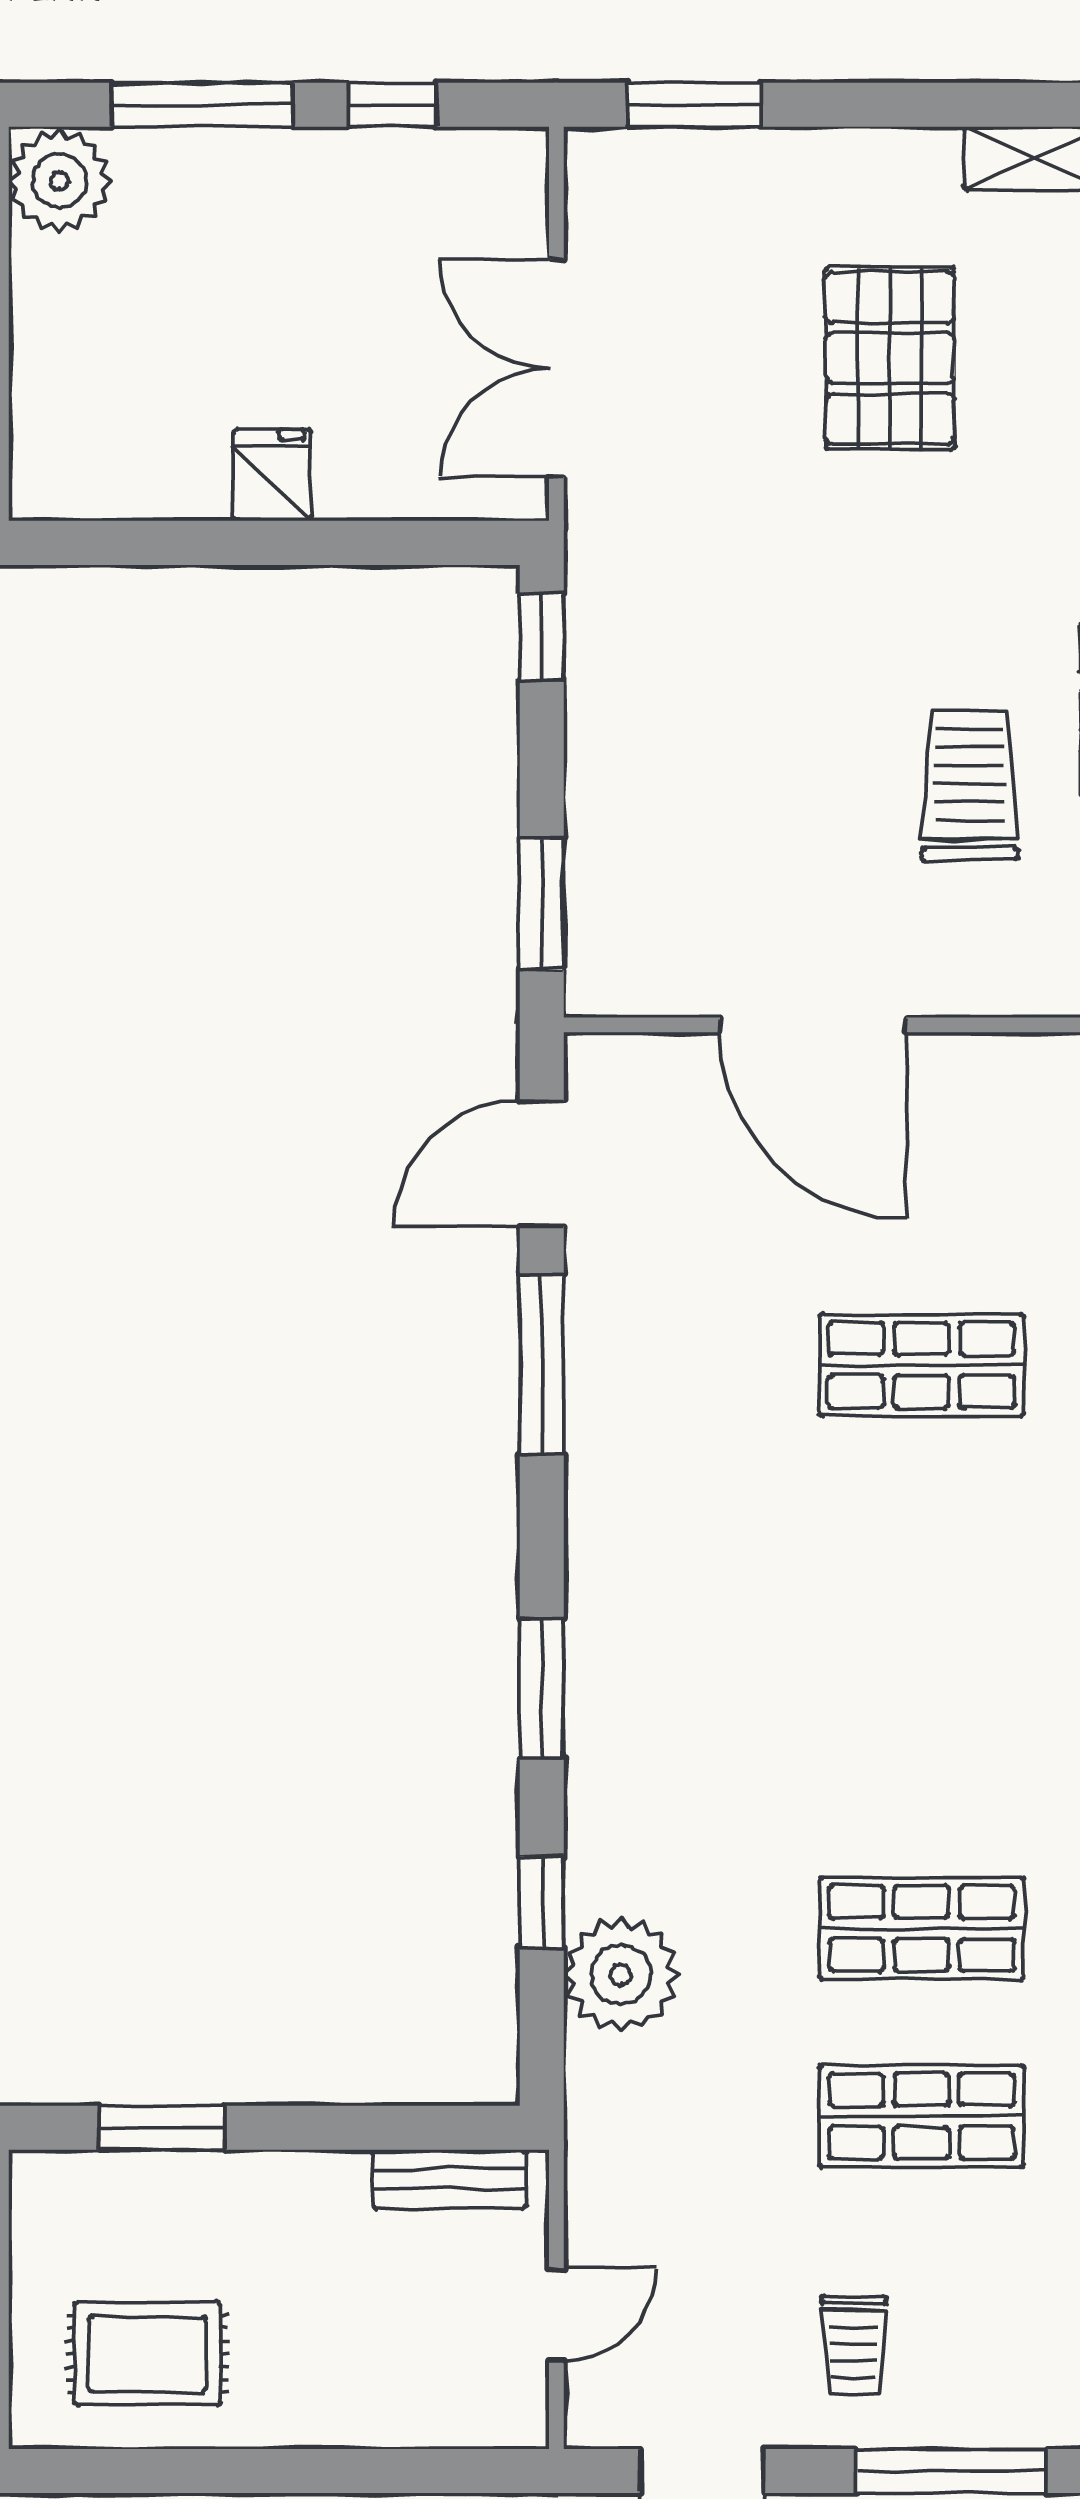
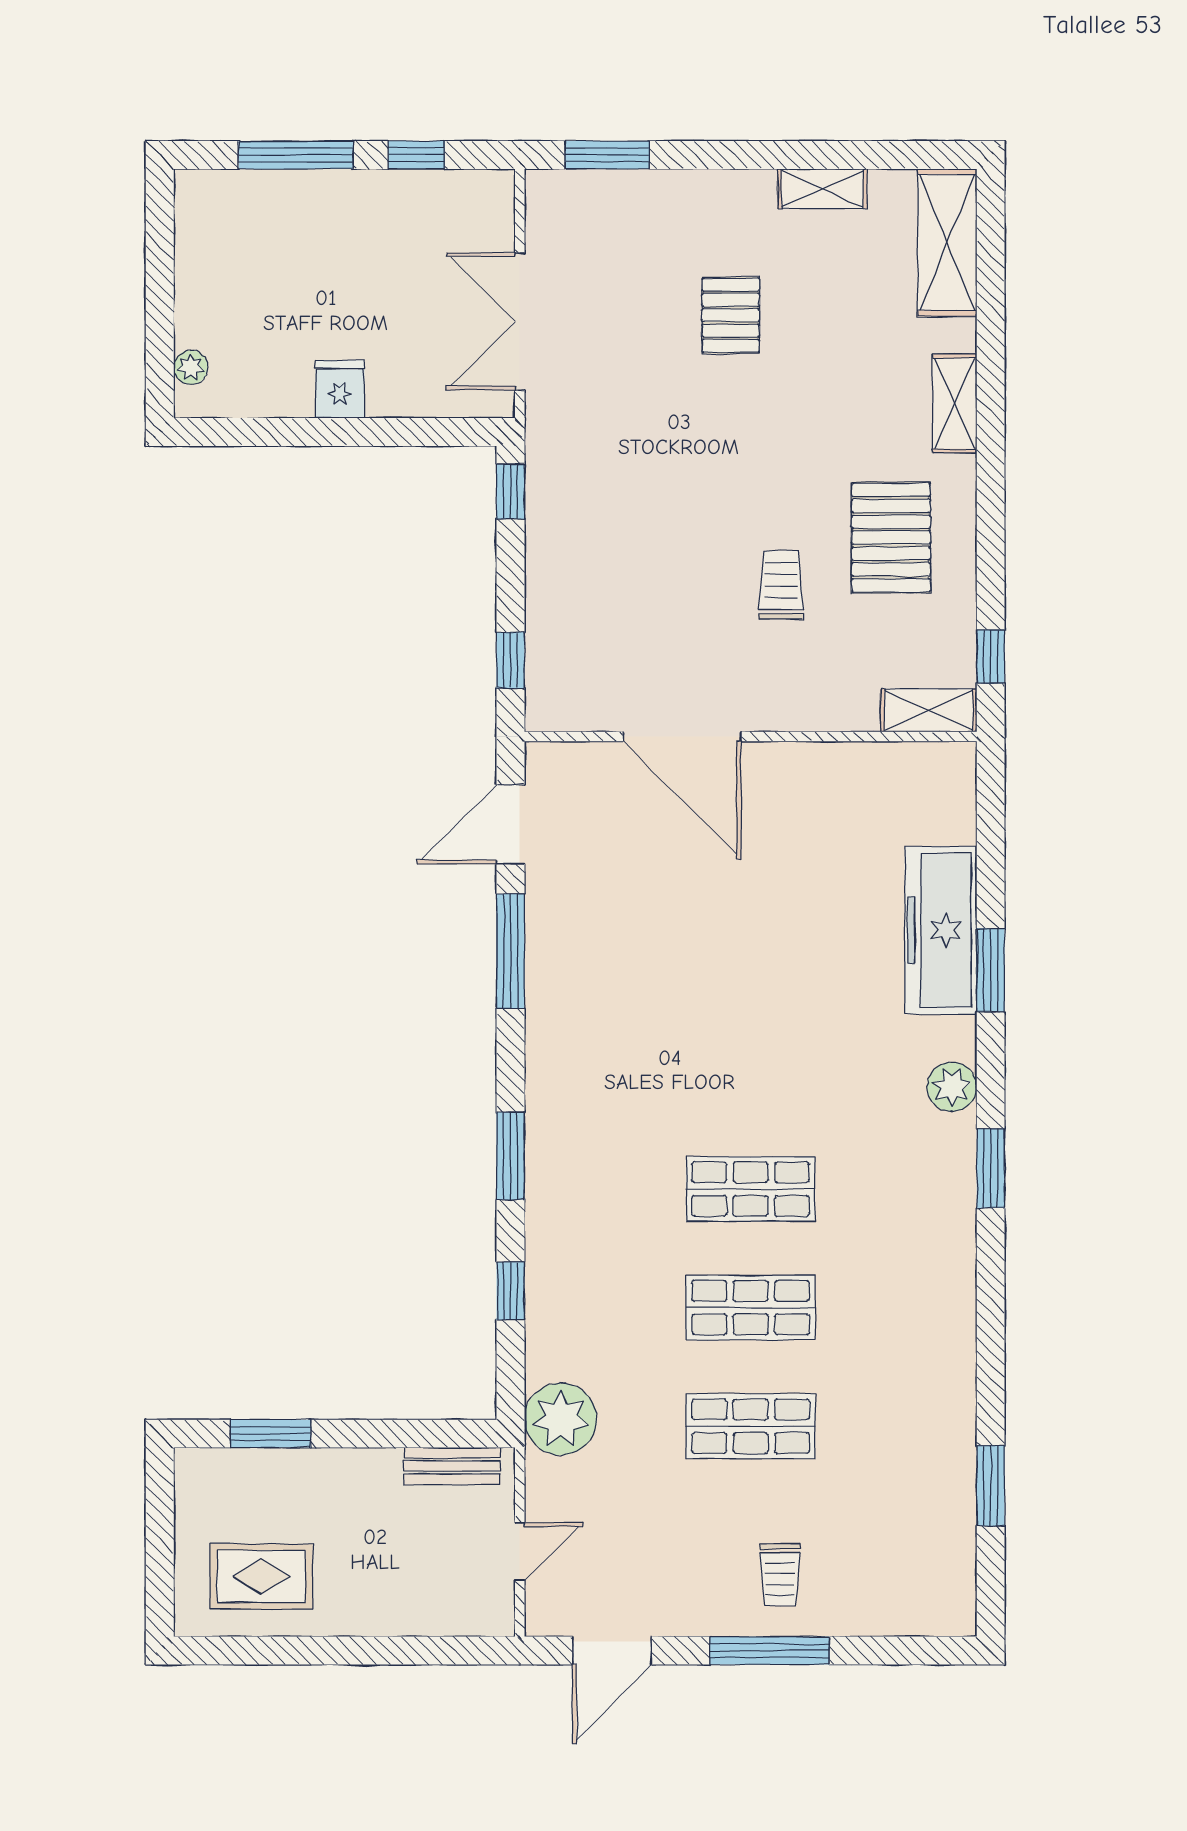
plant: (60, 181) -> (191, 367), moved, width x0.53, depth x0.53
pallet: (890, 358) -> (731, 315), width x0.67, depth x0.71
trolley: (970, 785) -> (781, 585), width x0.73, depth x0.72
window: (542, 904) -> (511, 660), width x0.67
shop shelf: (922, 1365) -> (751, 1189), moved
plant: (621, 1975) -> (561, 1419), moved
trolley: (853, 2345) -> (780, 1575), moved

